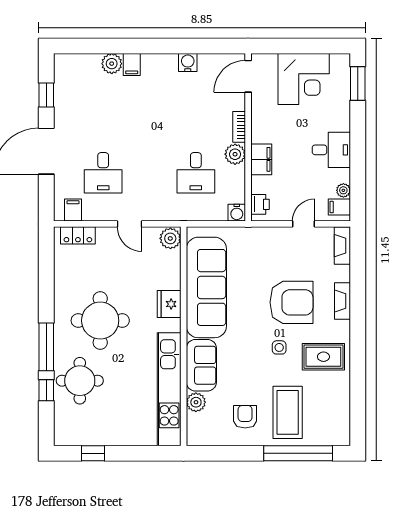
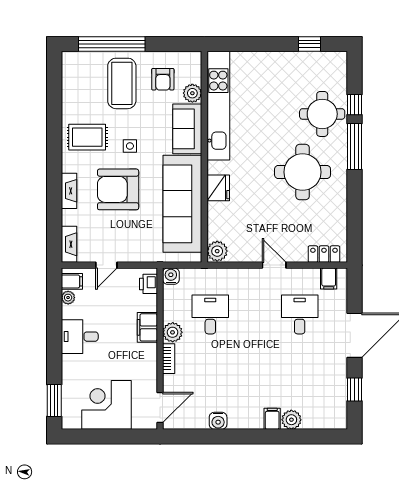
plant: (170, 238) -> (217, 251), moved
sofa: (206, 287) -> (182, 204), moved
fridge: (169, 304) -> (218, 188), moved
wall: (184, 336) -> (204, 157), moved
sofa: (201, 365) -> (187, 129), moved
kitchen unit: (169, 389) -> (218, 106), moved
plant: (196, 402) -> (192, 93), moved

